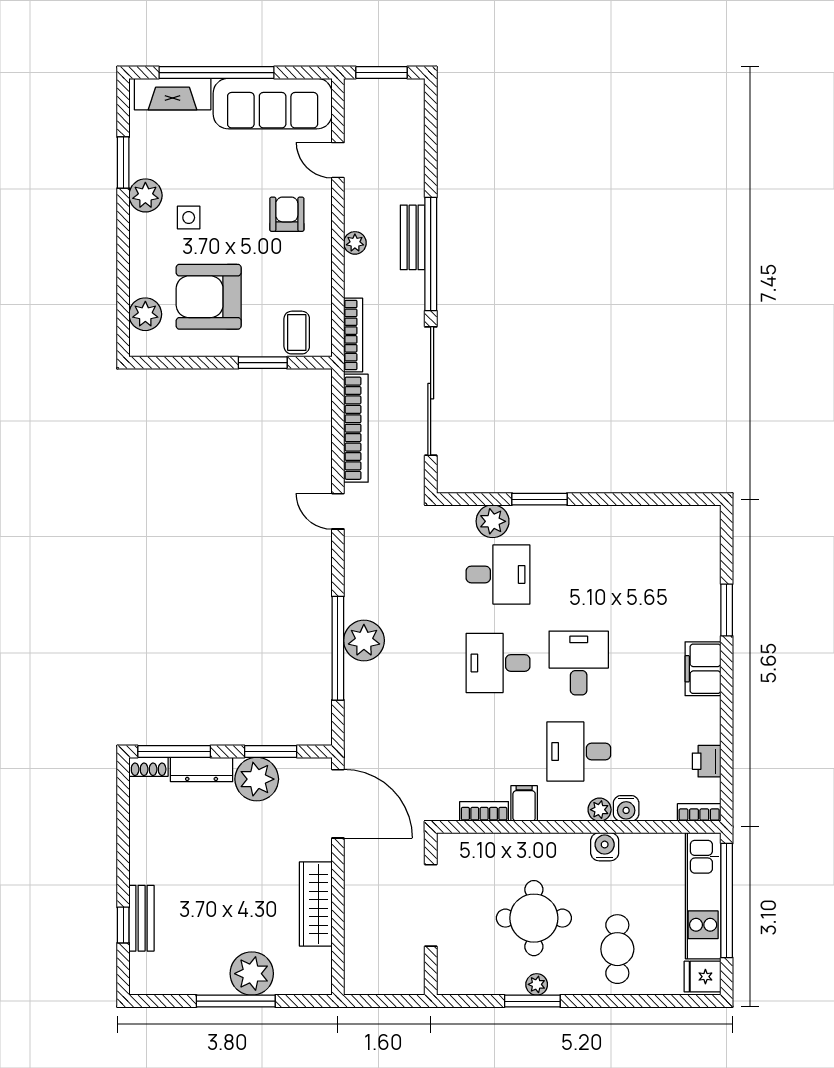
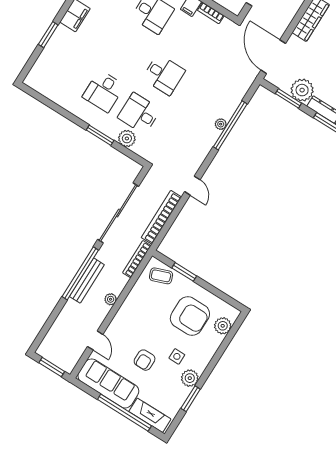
armchair: (287, 214) -> (145, 360), moved
bench: (413, 237) -> (87, 281), width x1.36
coffee table: (297, 333) -> (161, 276), turned 70
plant: (364, 640) -> (221, 124), width x0.53, depth x0.53
desk: (579, 663) -> (104, 91), moved

